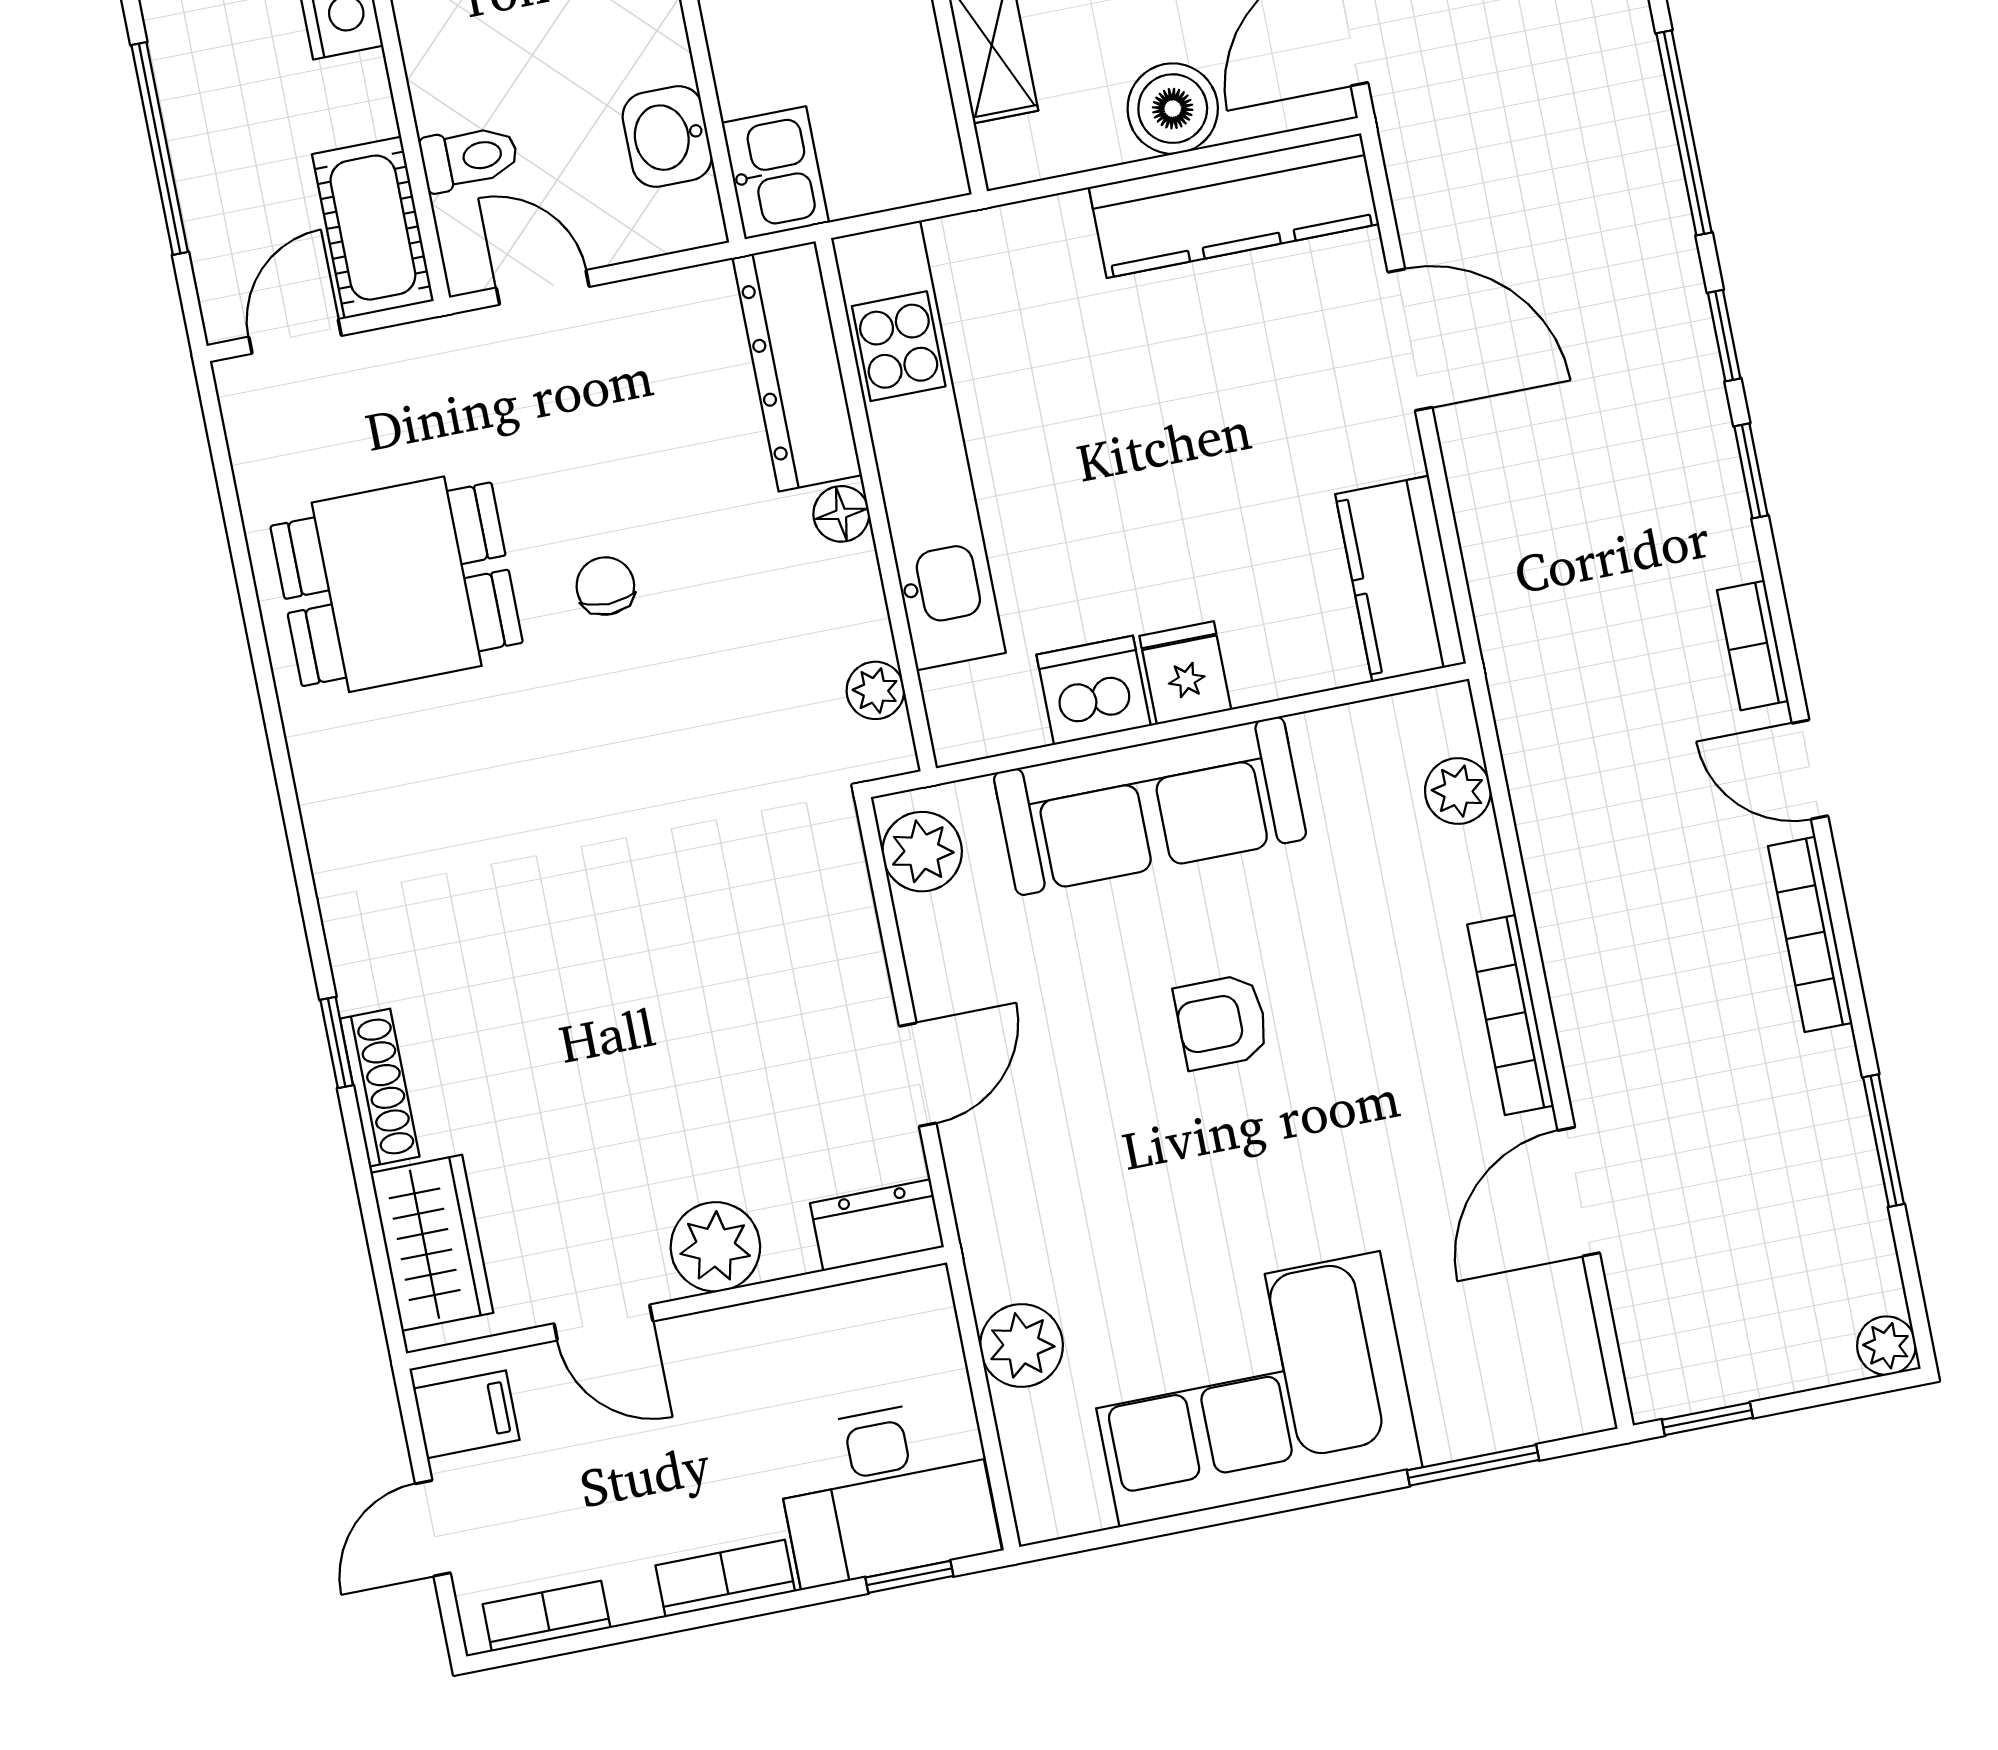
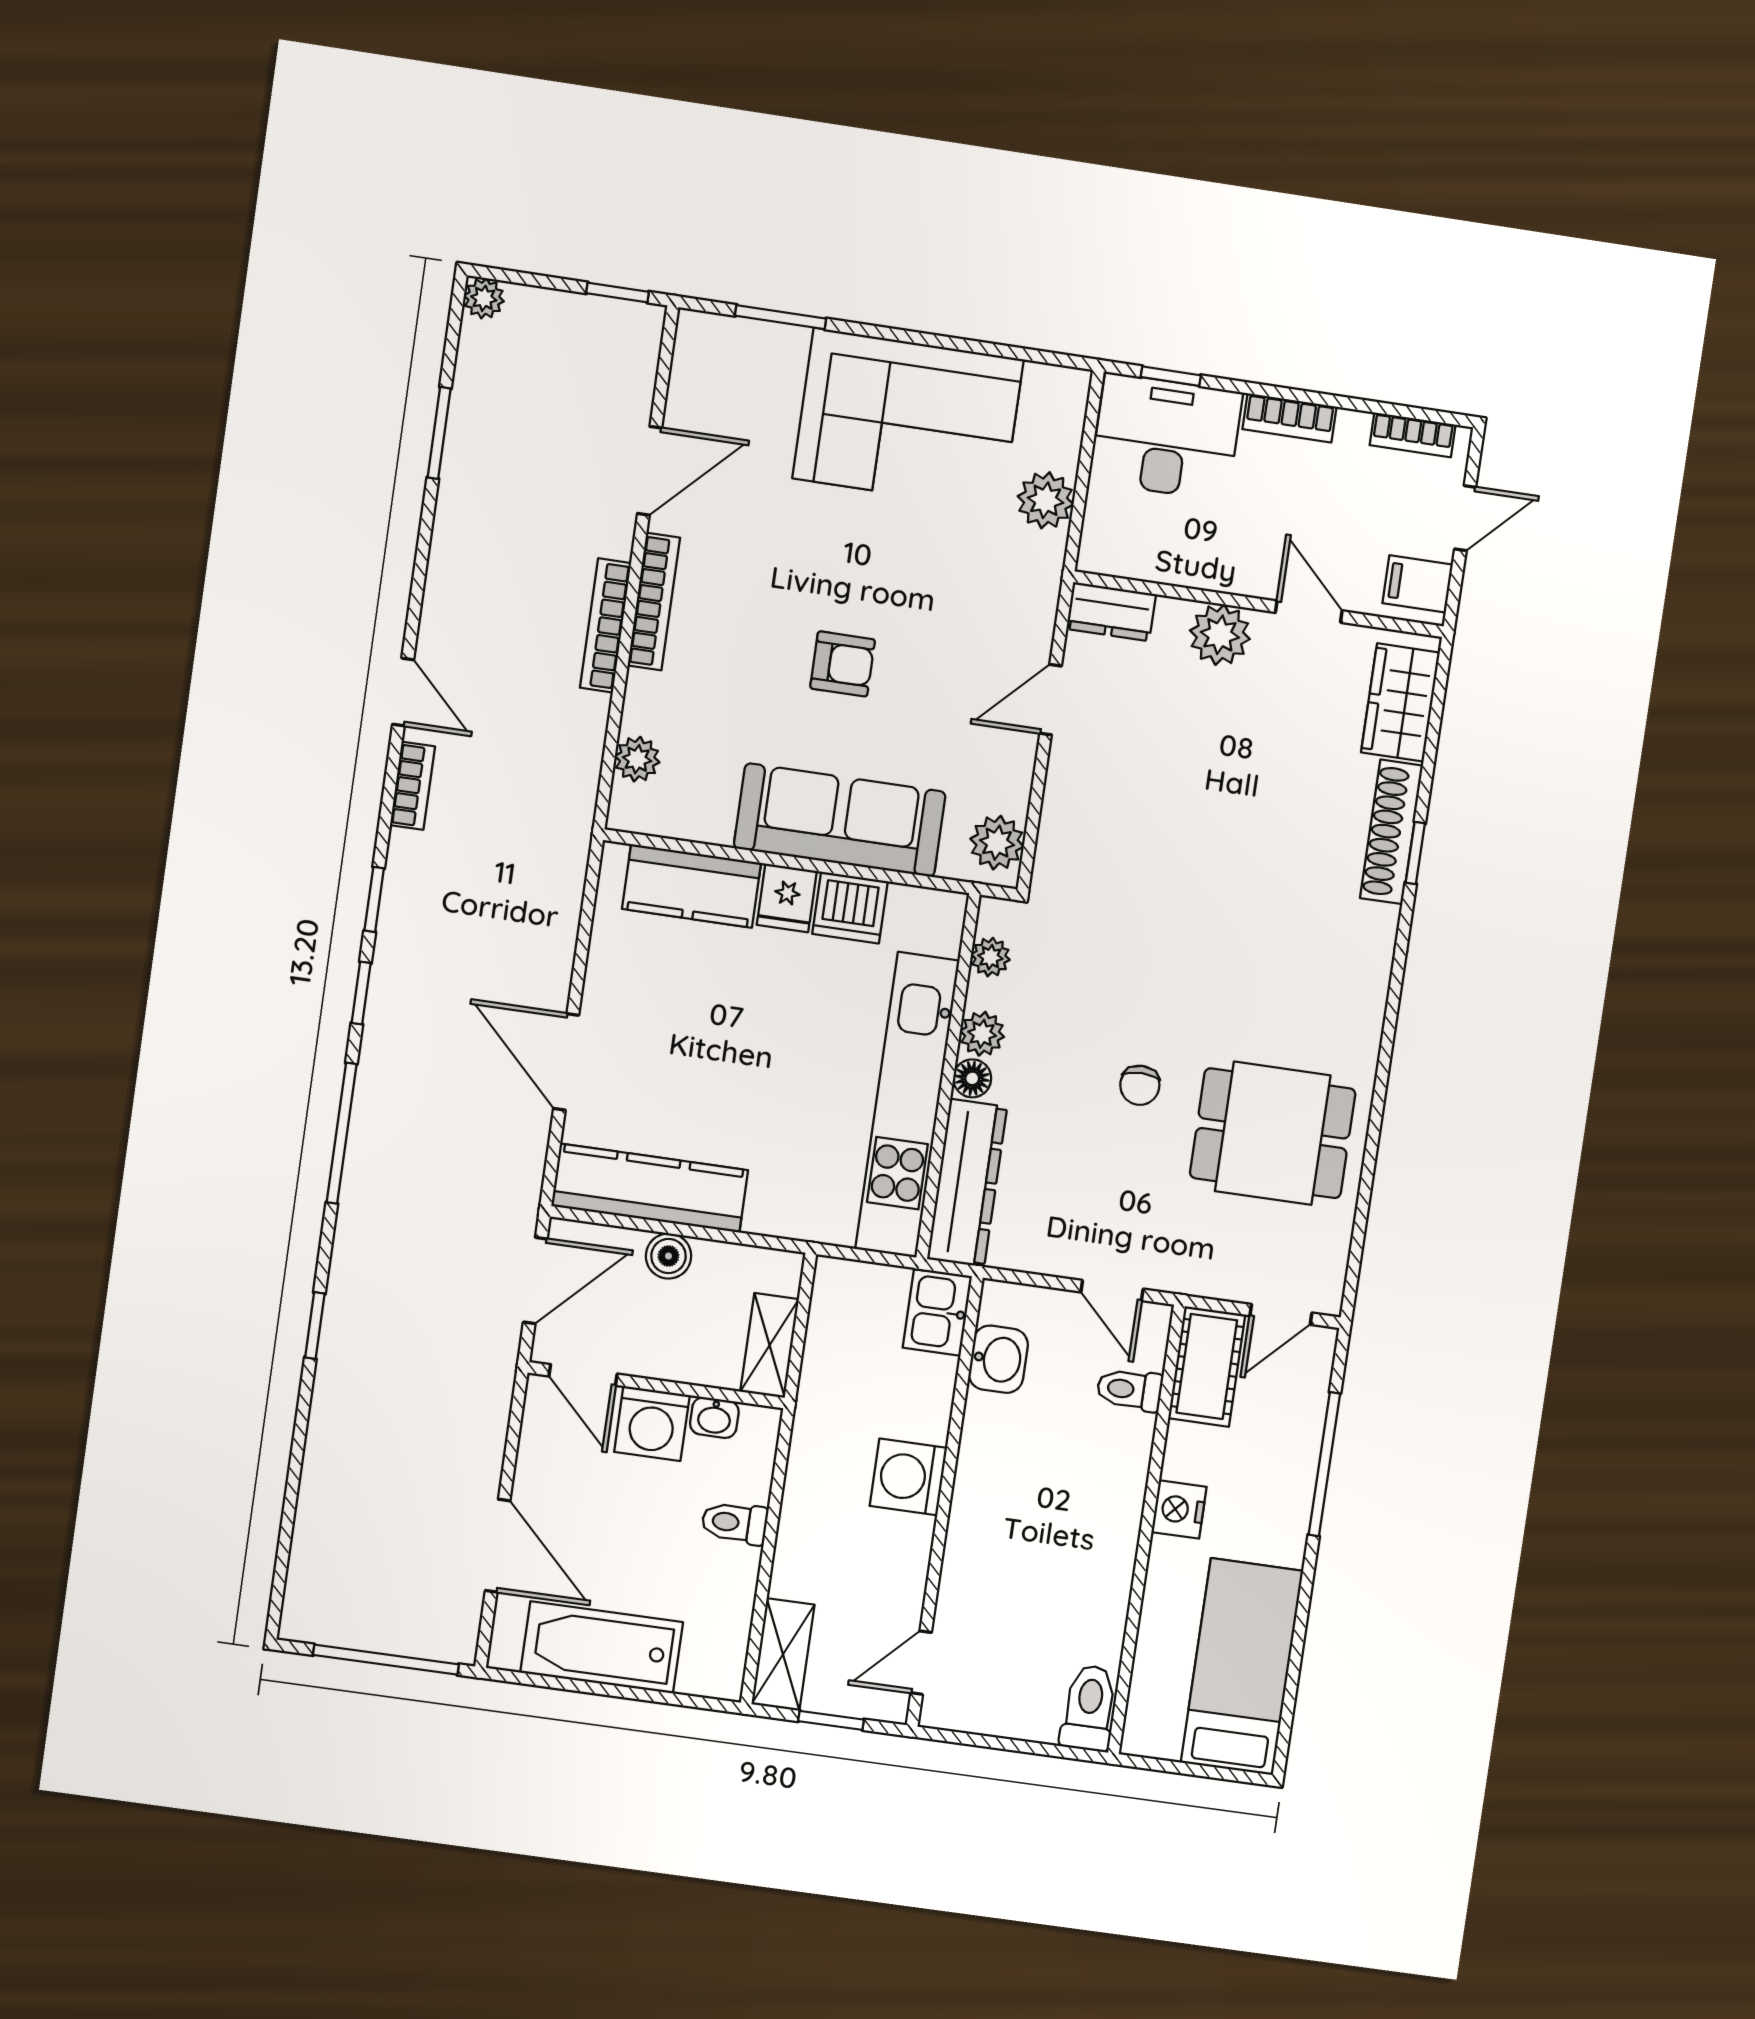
boiler: (1173, 109) -> (668, 1256), width x0.73, depth x0.73
kitchen counter: (1401, 579) -> (692, 886), moved, turned 90
plant: (849, 580) -> (982, 1034), added
bookcase: (1810, 934) -> (605, 625), moved, turned 180
shoe rack: (380, 1088) -> (1391, 832), width x1.36, depth x1.24

